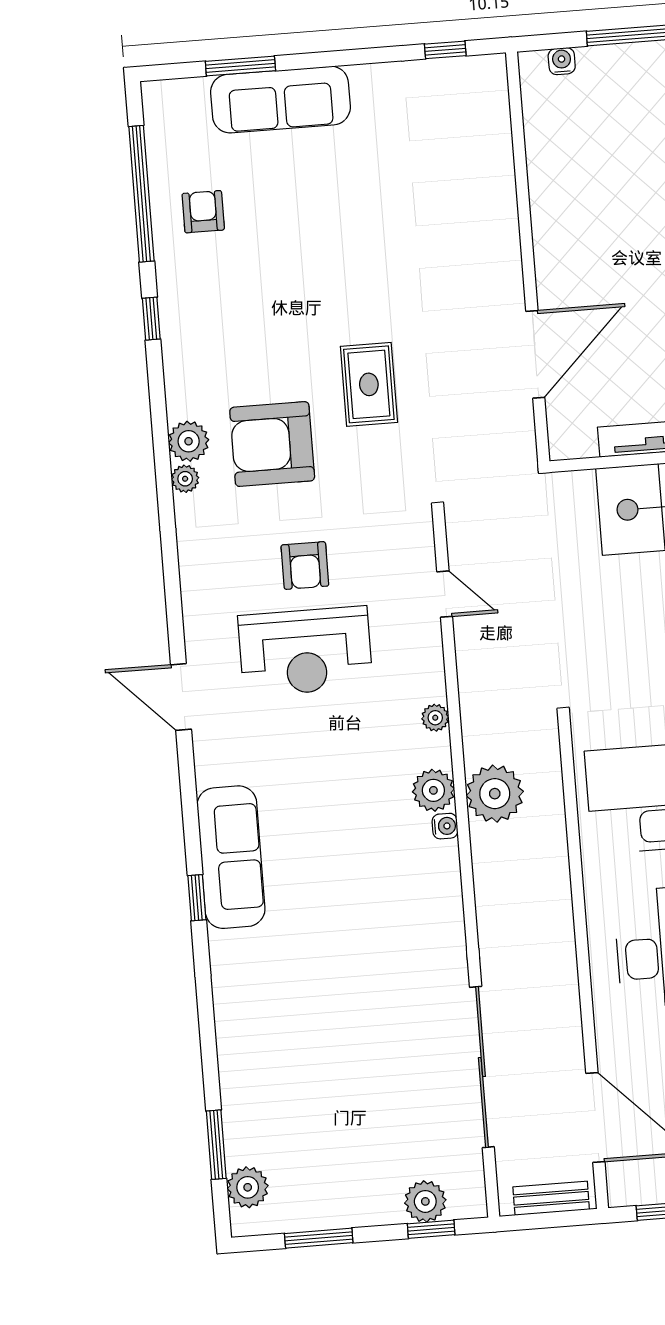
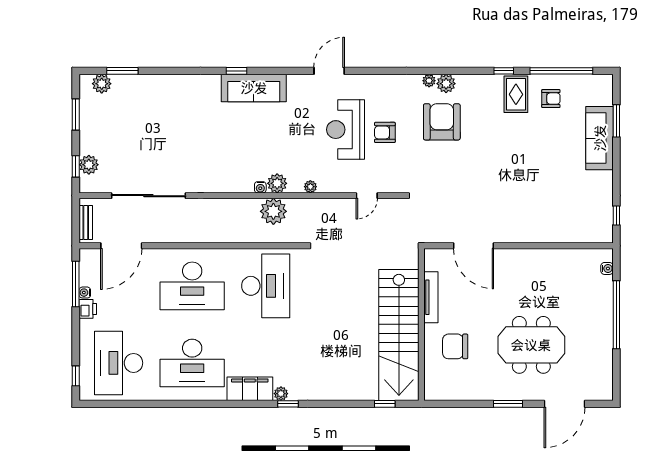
rug: (369, 384) -> (516, 94), moved, turned 90

